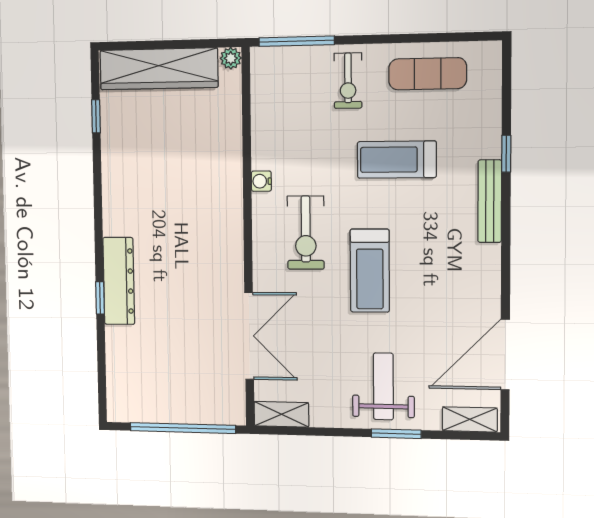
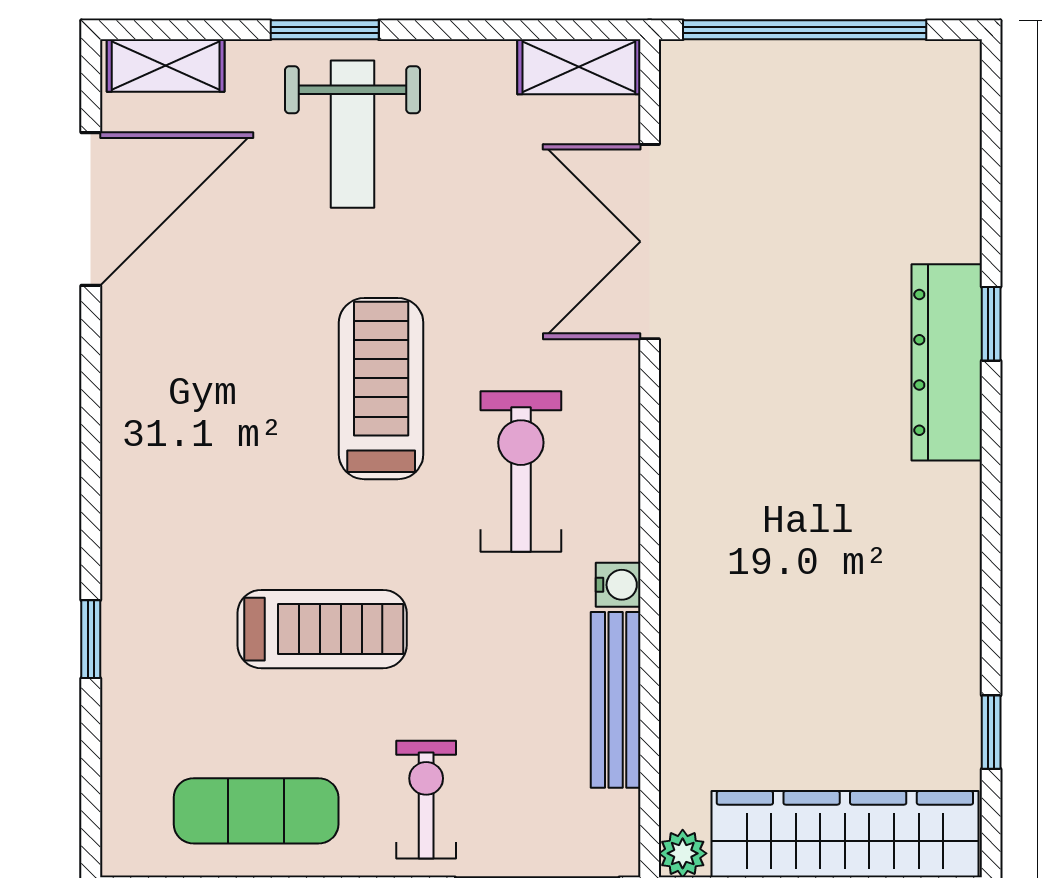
bench: (490, 201) -> (616, 700), moved

